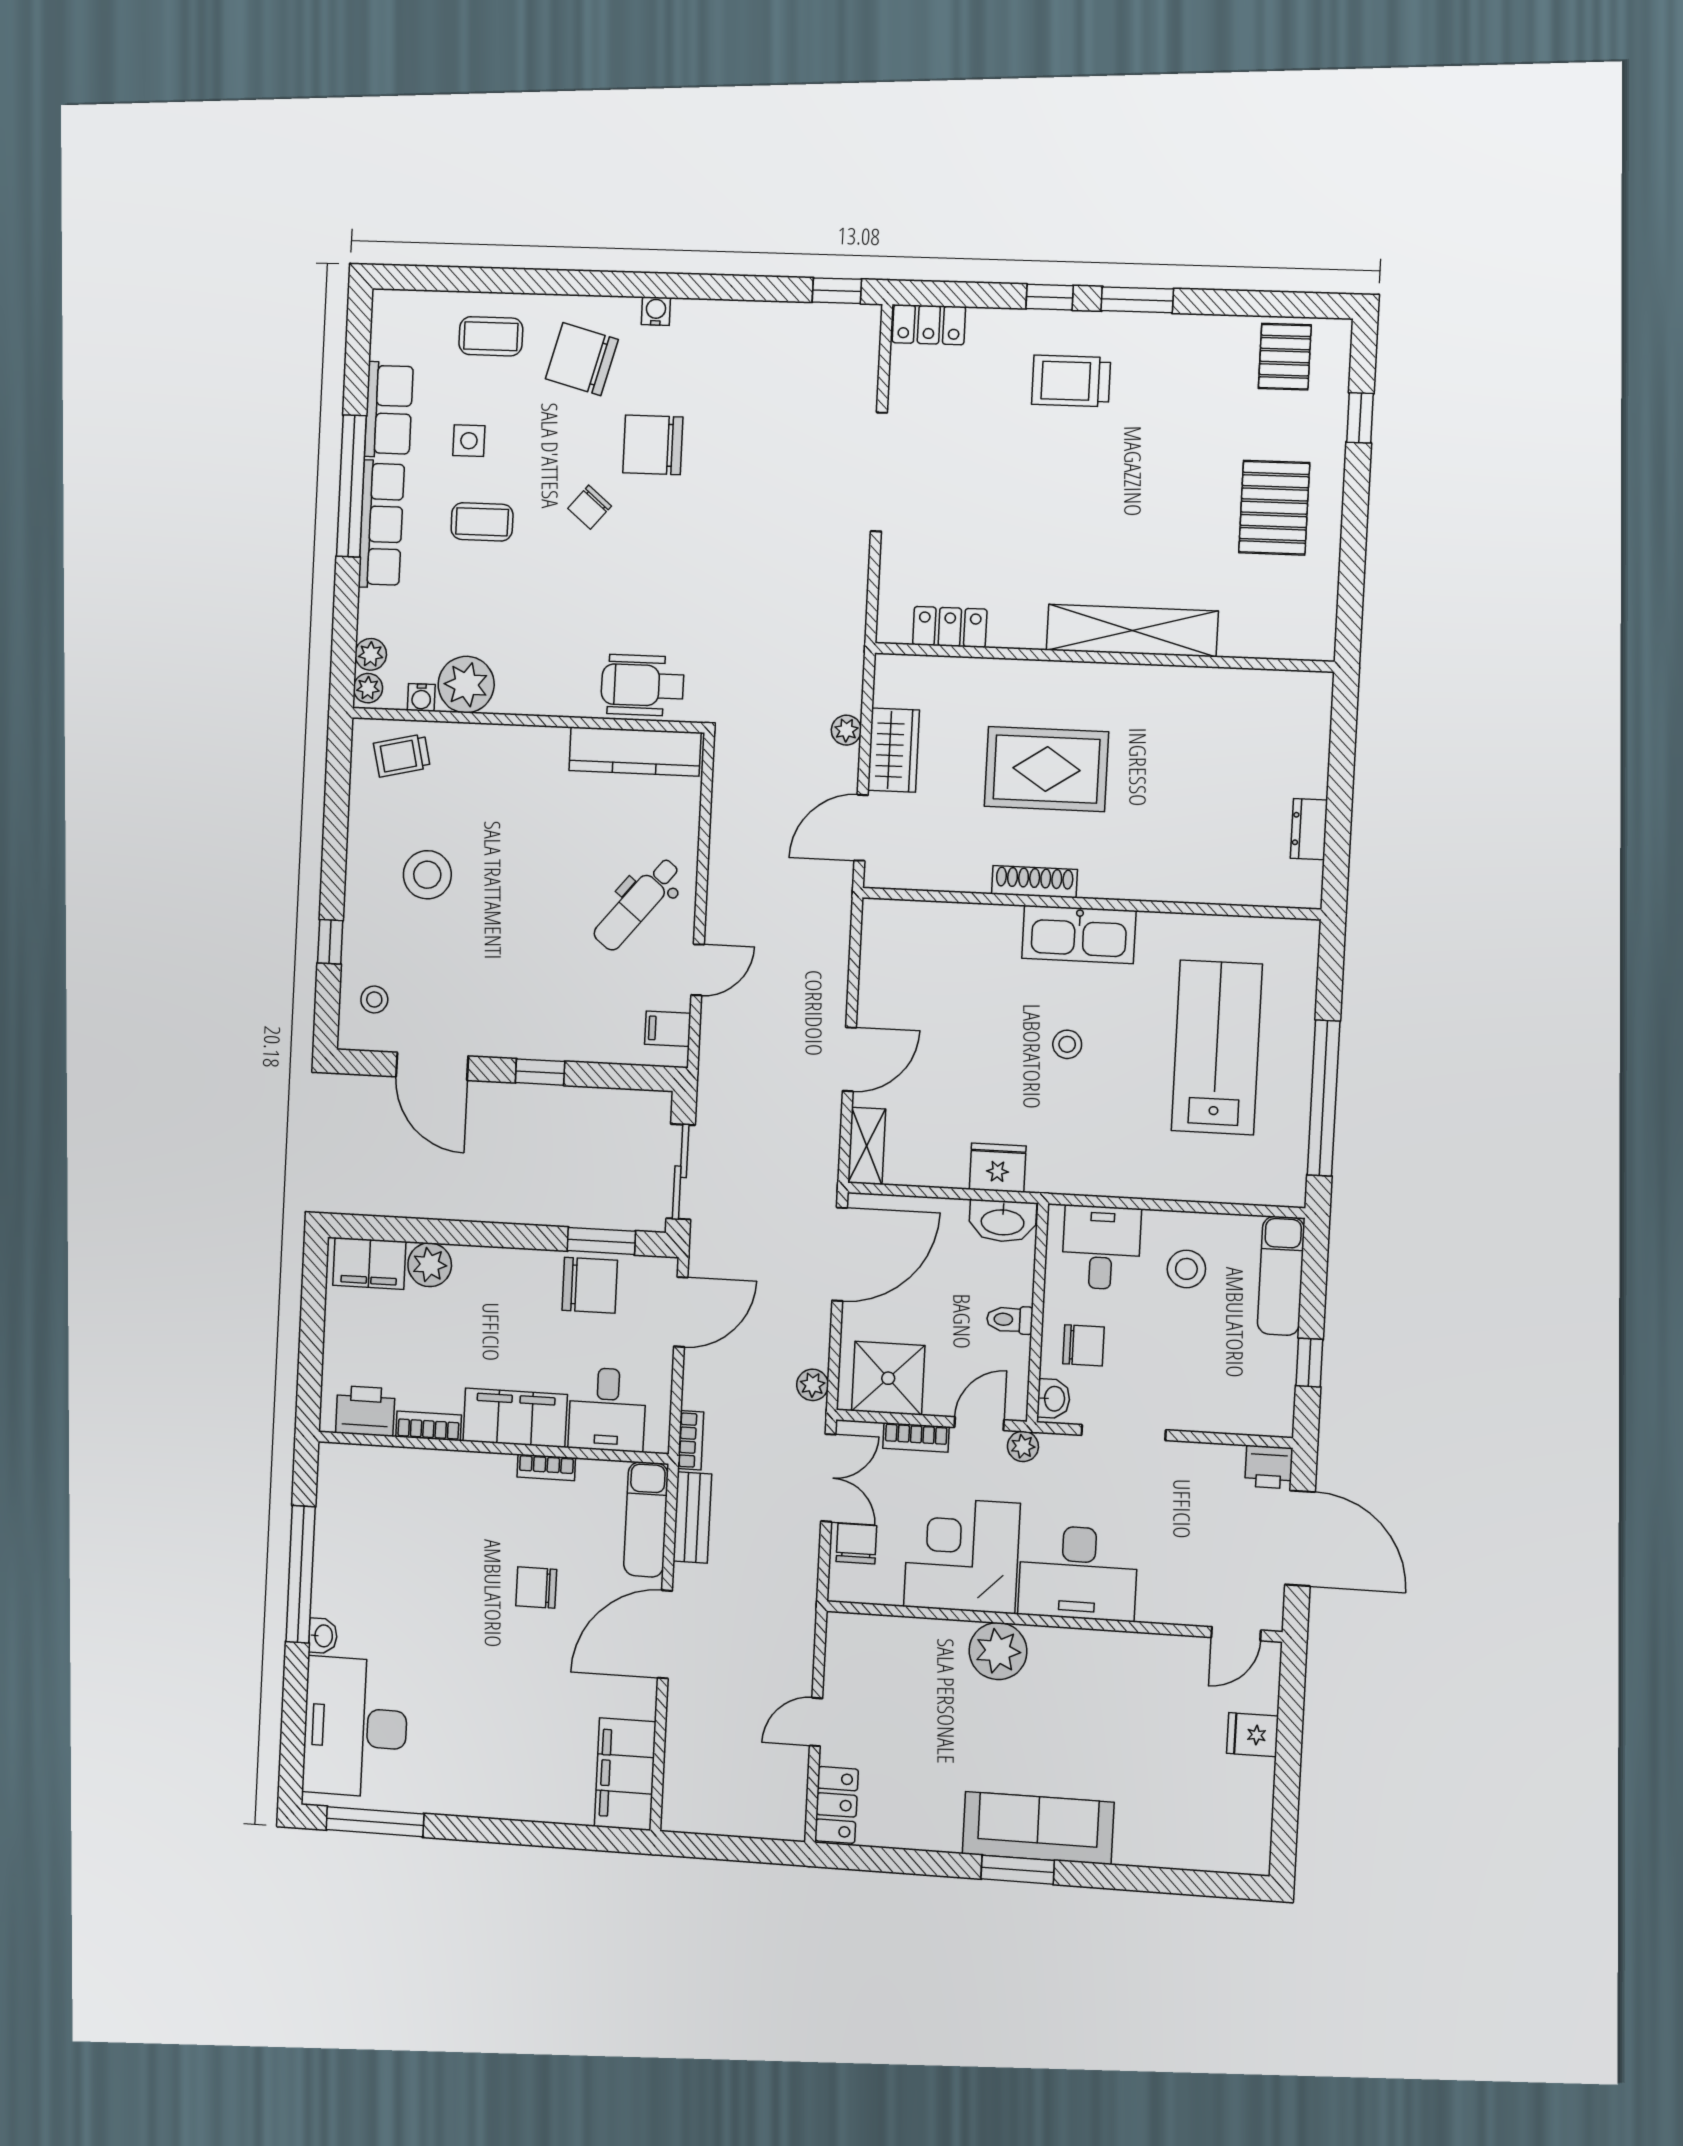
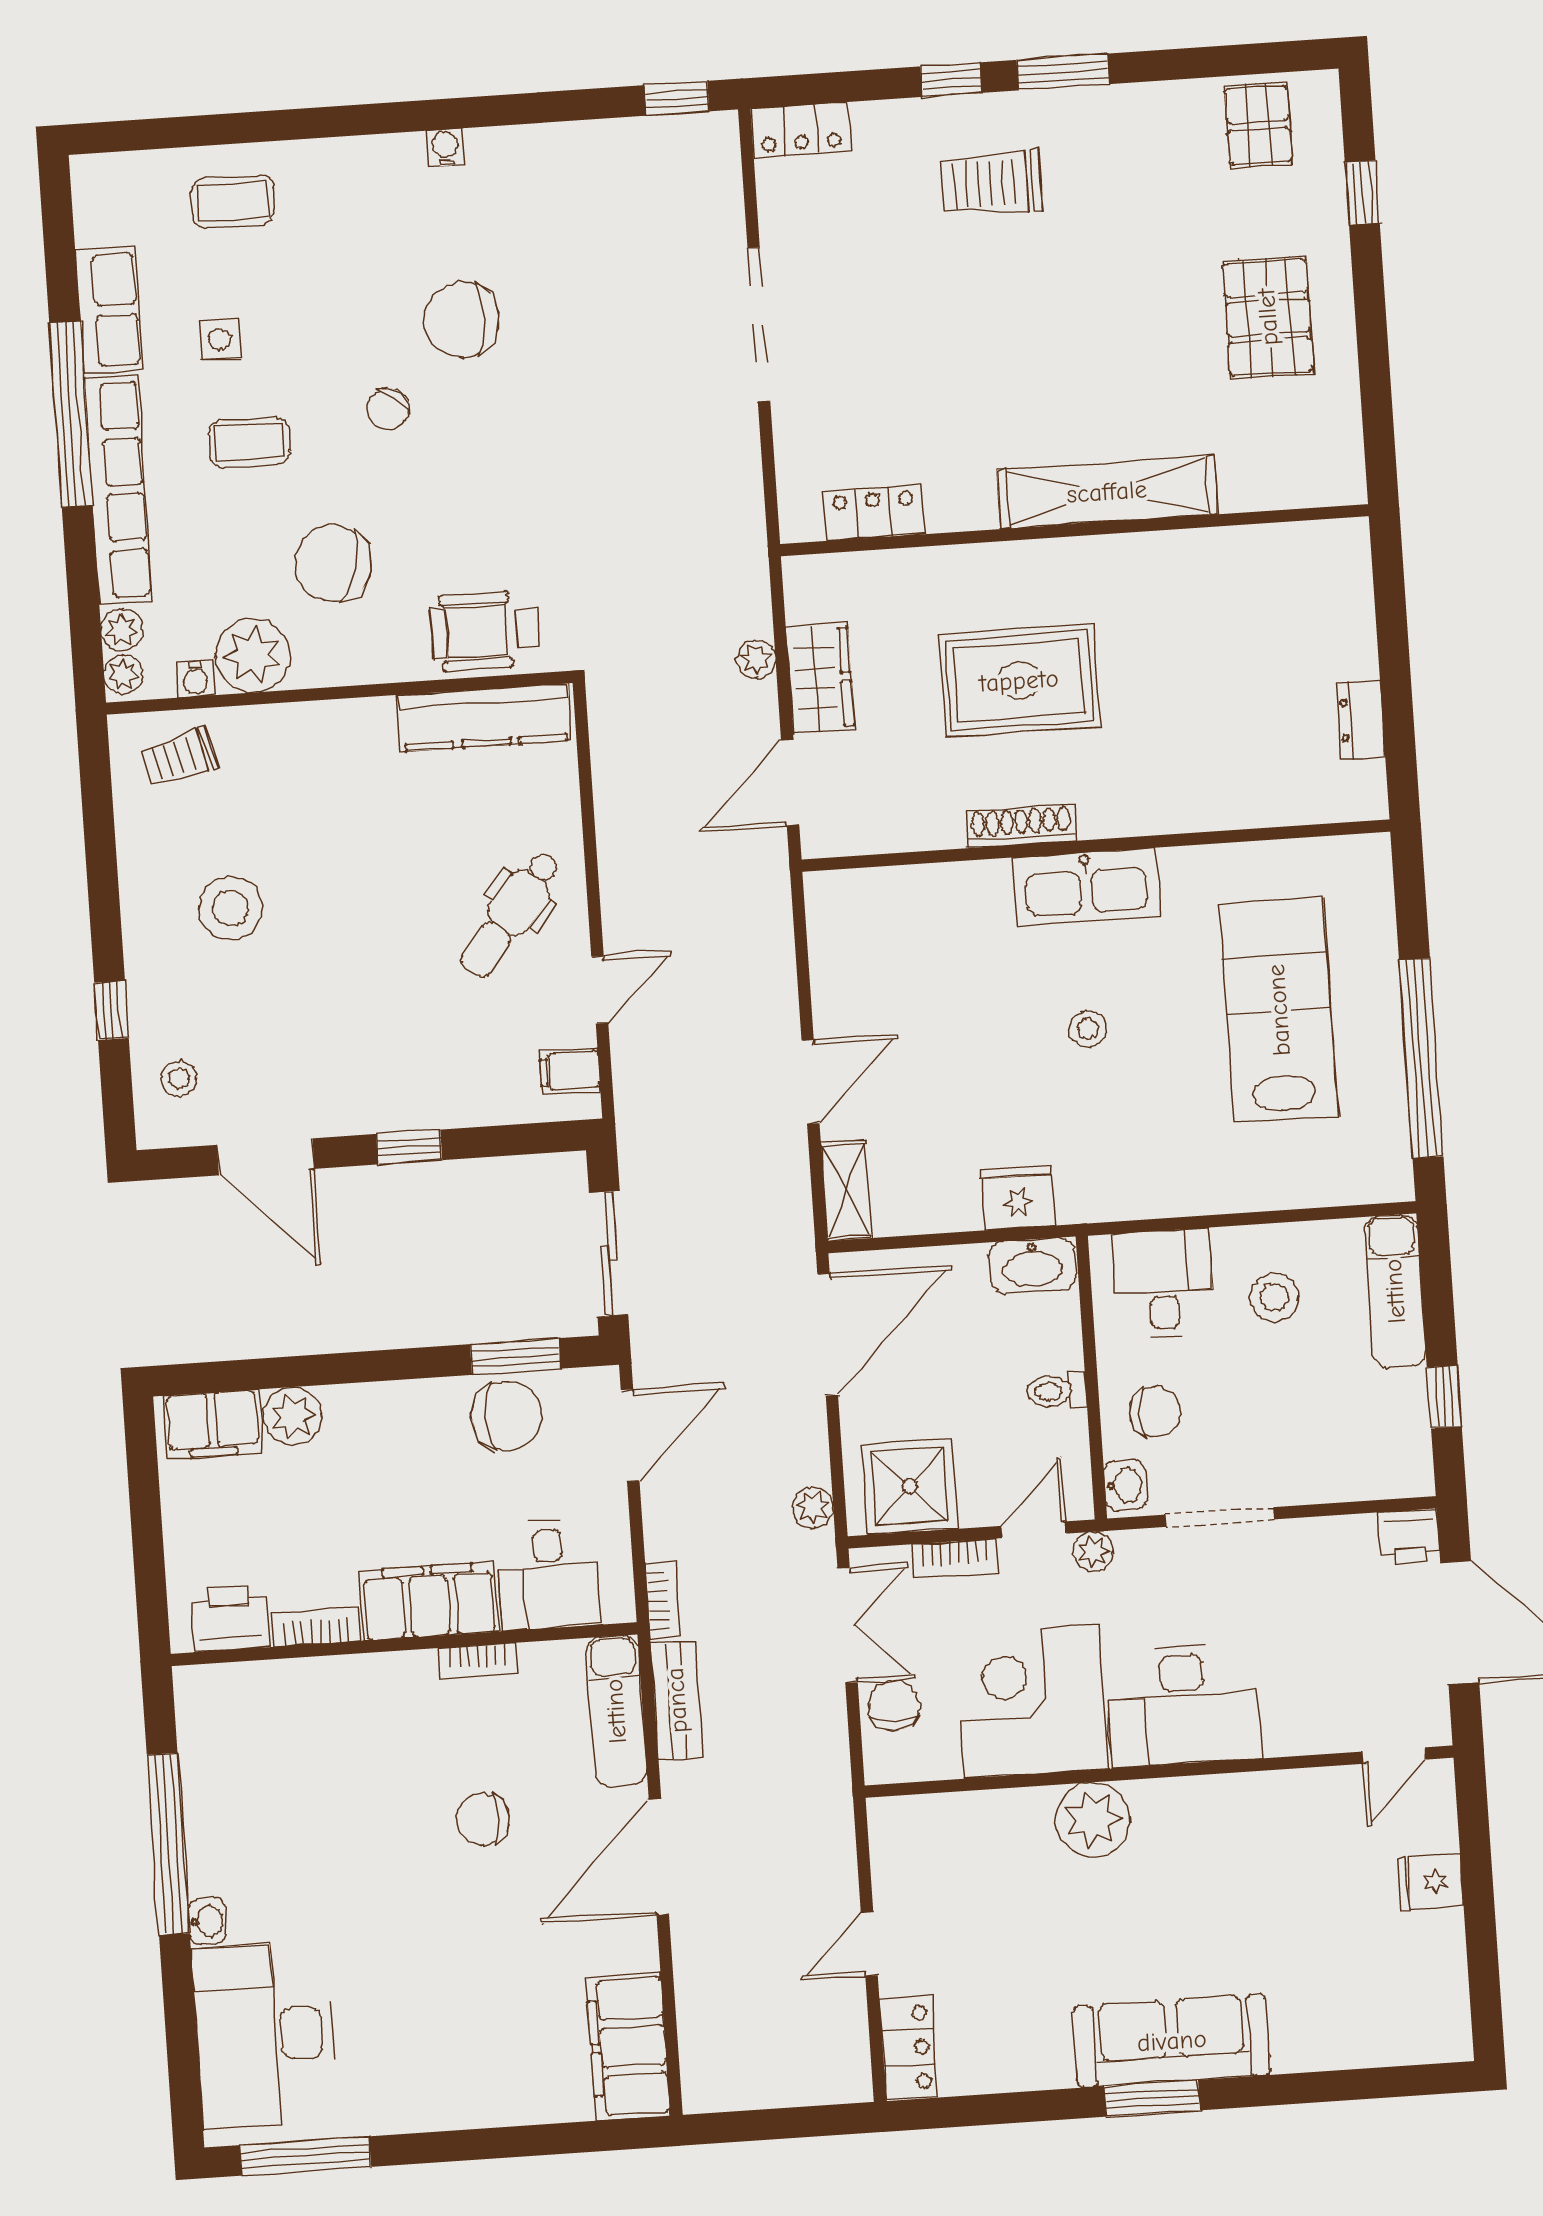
chair: (582, 359) -> (333, 564), moved
row of seats: (381, 524) -> (118, 490), width x1.36

